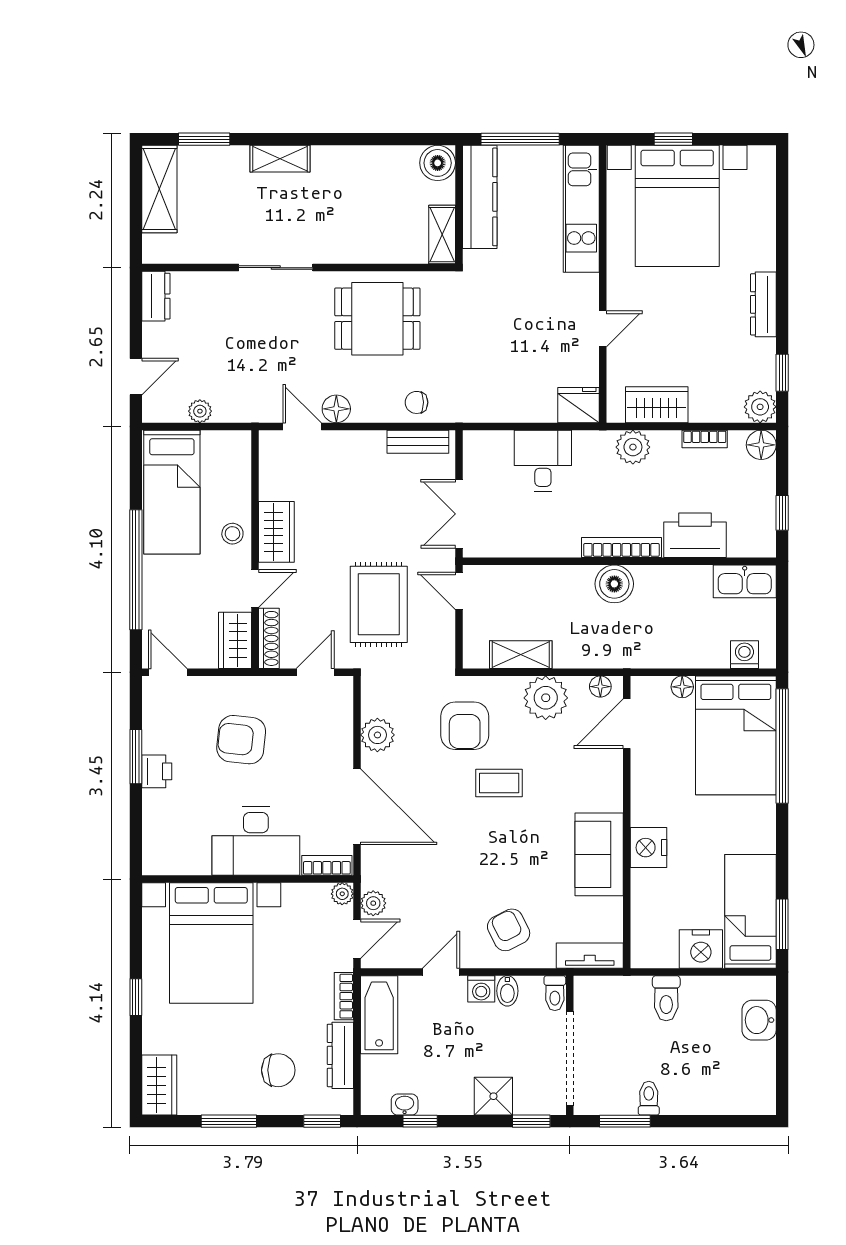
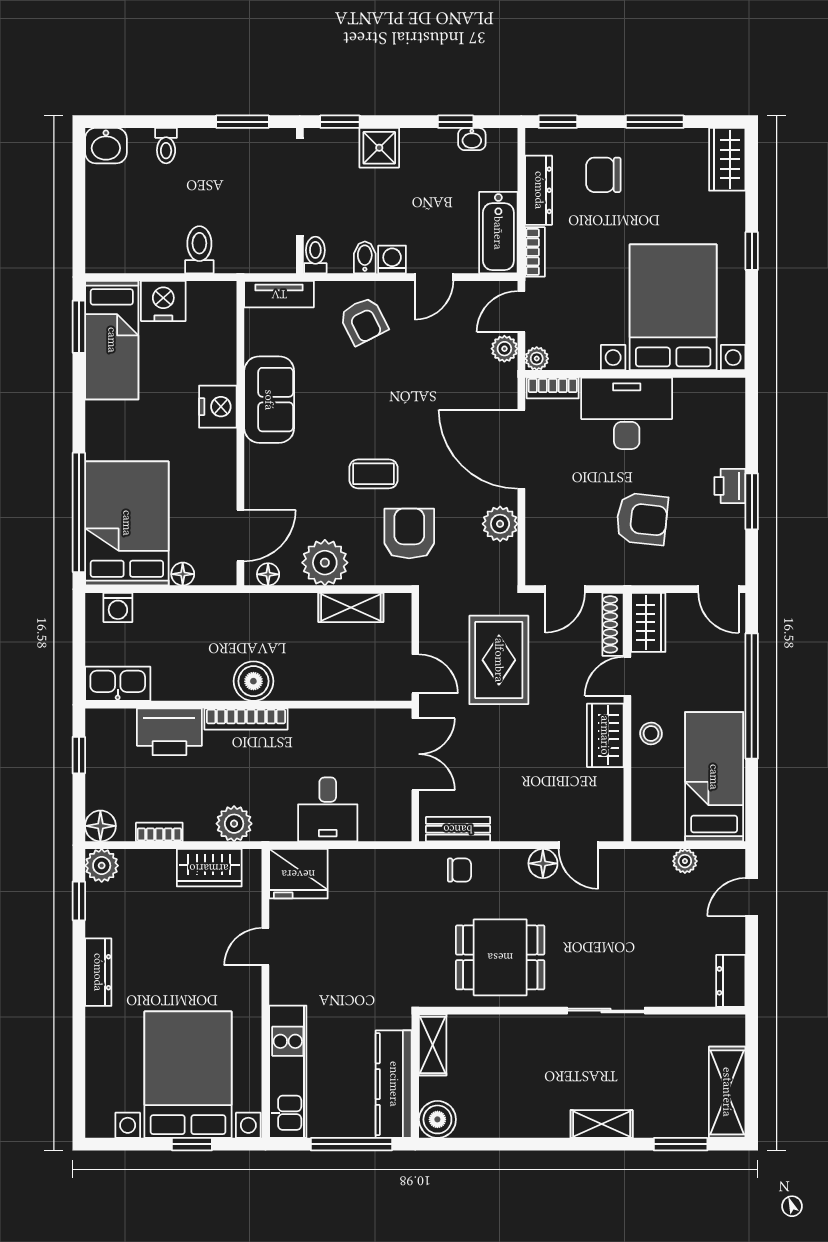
fridge: (579, 405) -> (298, 874), width x1.36, depth x1.34
washbasin: (759, 1020) -> (106, 146), moved, turned 90
toilet: (649, 1098) -> (166, 146), moved

